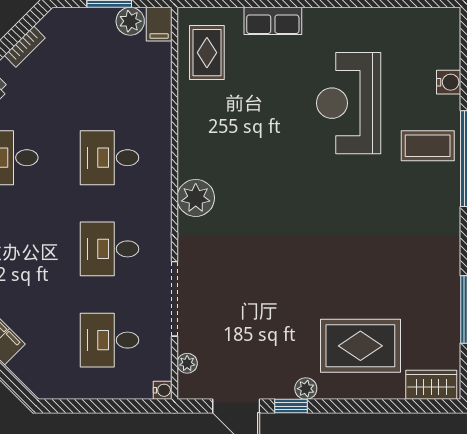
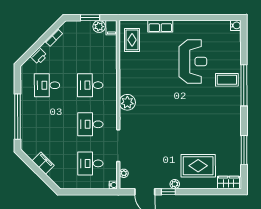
water cooler: (449, 82) -> (236, 25), moved
reception desk: (349, 103) -> (193, 62), turned 180

